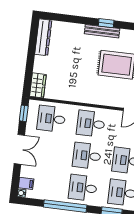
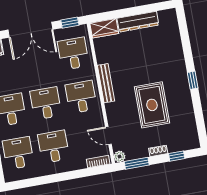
bench: (102, 31) -> (106, 83), moved
dresser: (43, 37) -> (138, 22), moved
double door: (19, 149) -> (30, 30), width x1.37

